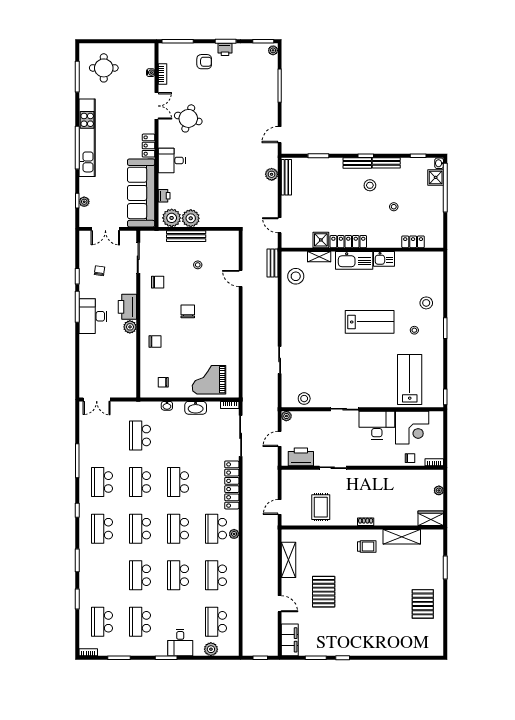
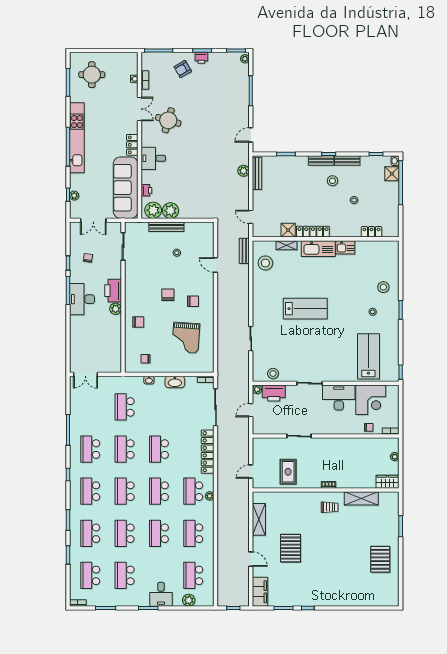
armchair: (204, 62) -> (183, 69), turned 150
chair: (158, 282) -> (193, 301), moved
lab bench: (370, 322) -> (305, 309), moved
grand piano: (209, 380) -> (186, 338), moved, turned -86
printer: (301, 457) -> (274, 393), moved, turned 180
school desk: (102, 575) -> (90, 533), added

